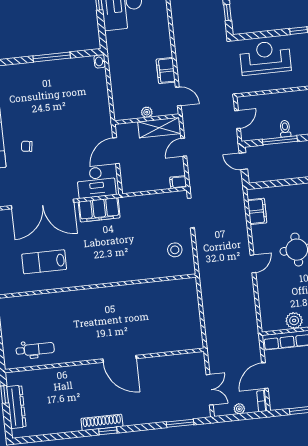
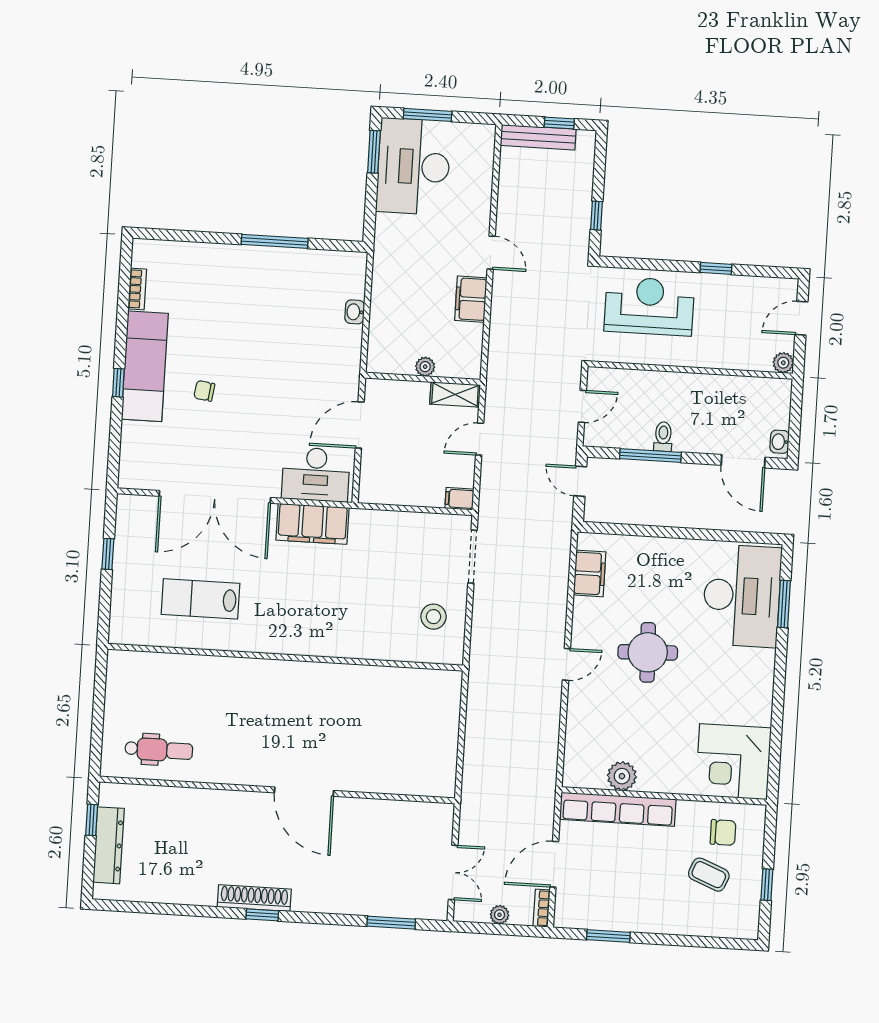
washbasin: (100, 61) -> (355, 312), moved
door: (178, 96) -> (491, 253), moved
shelving: (159, 128) -> (455, 394), width x0.67, depth x0.75

